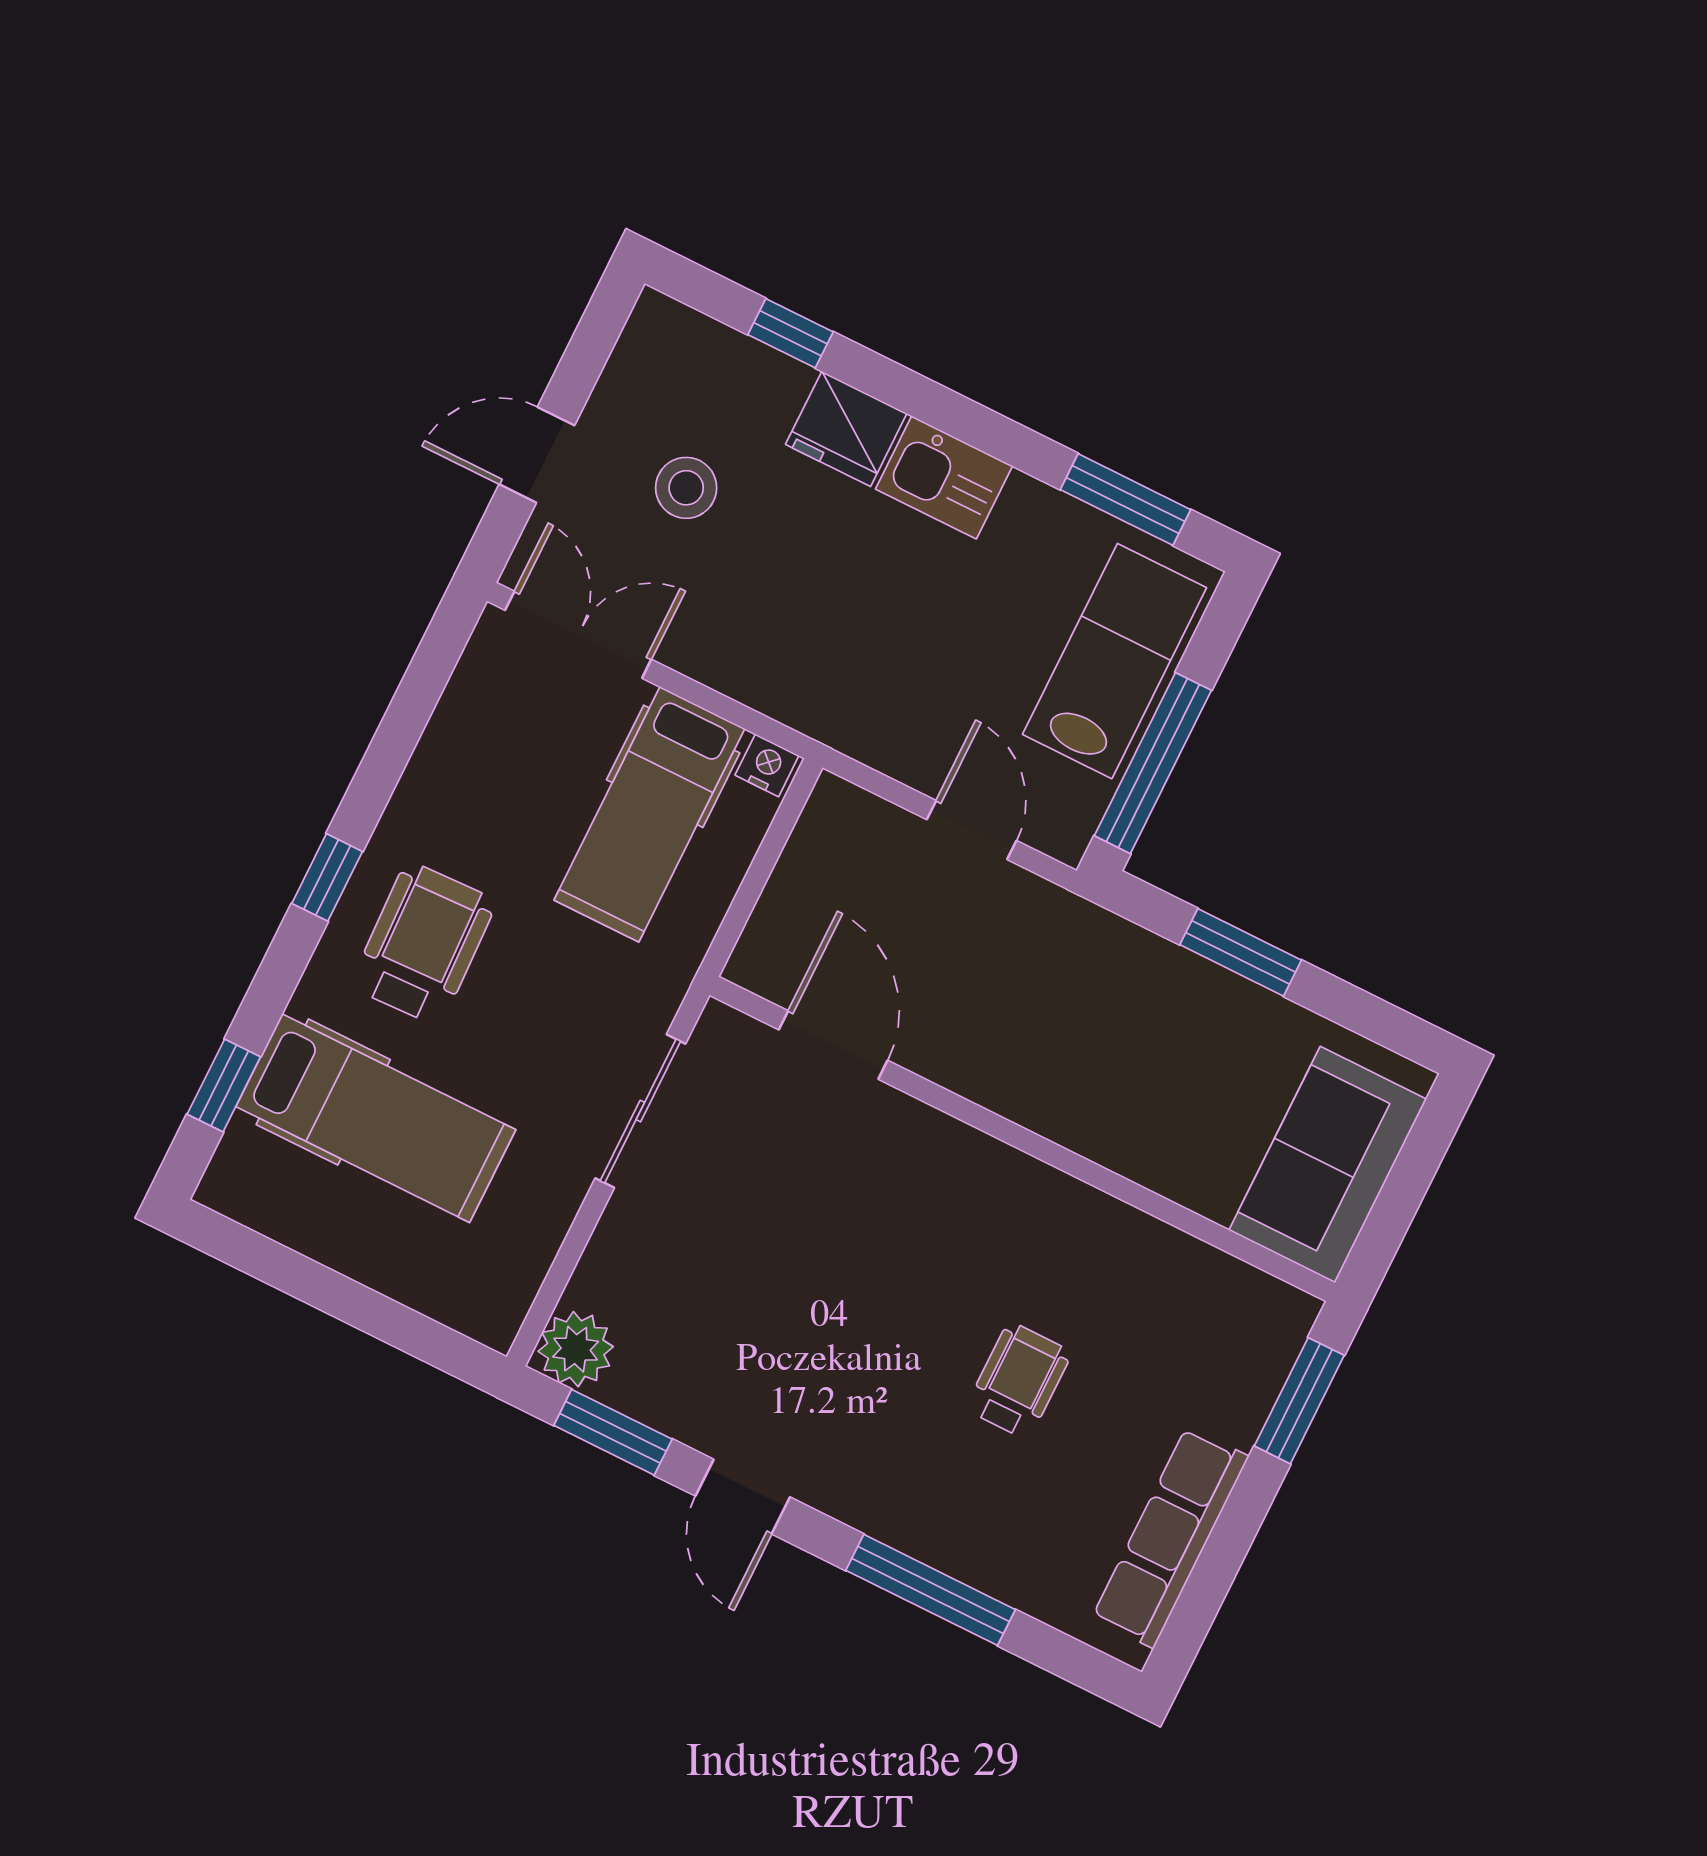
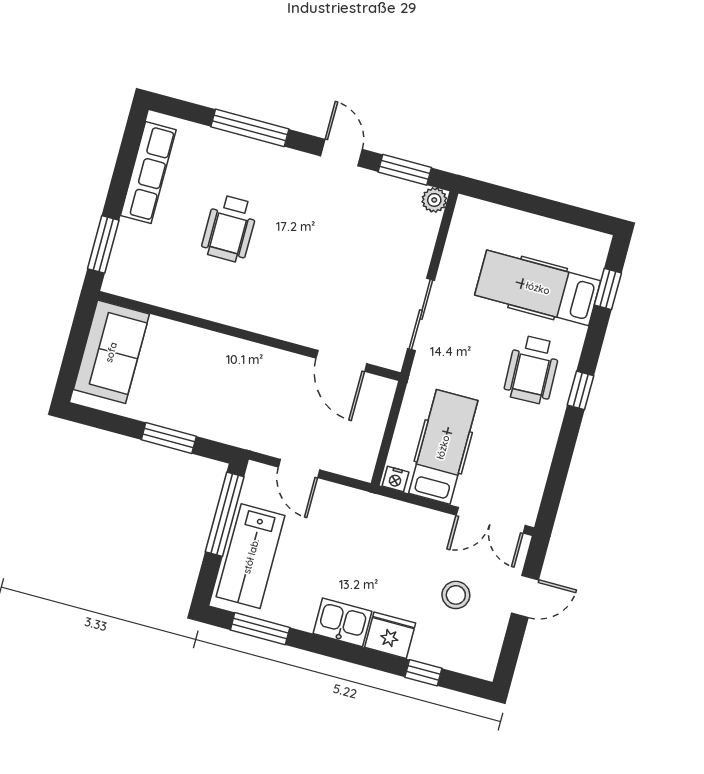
plant: (576, 1349) -> (434, 200), width x0.73, depth x0.73
wheelchair: (1019, 1381) -> (229, 229), width x1.36, depth x1.37

